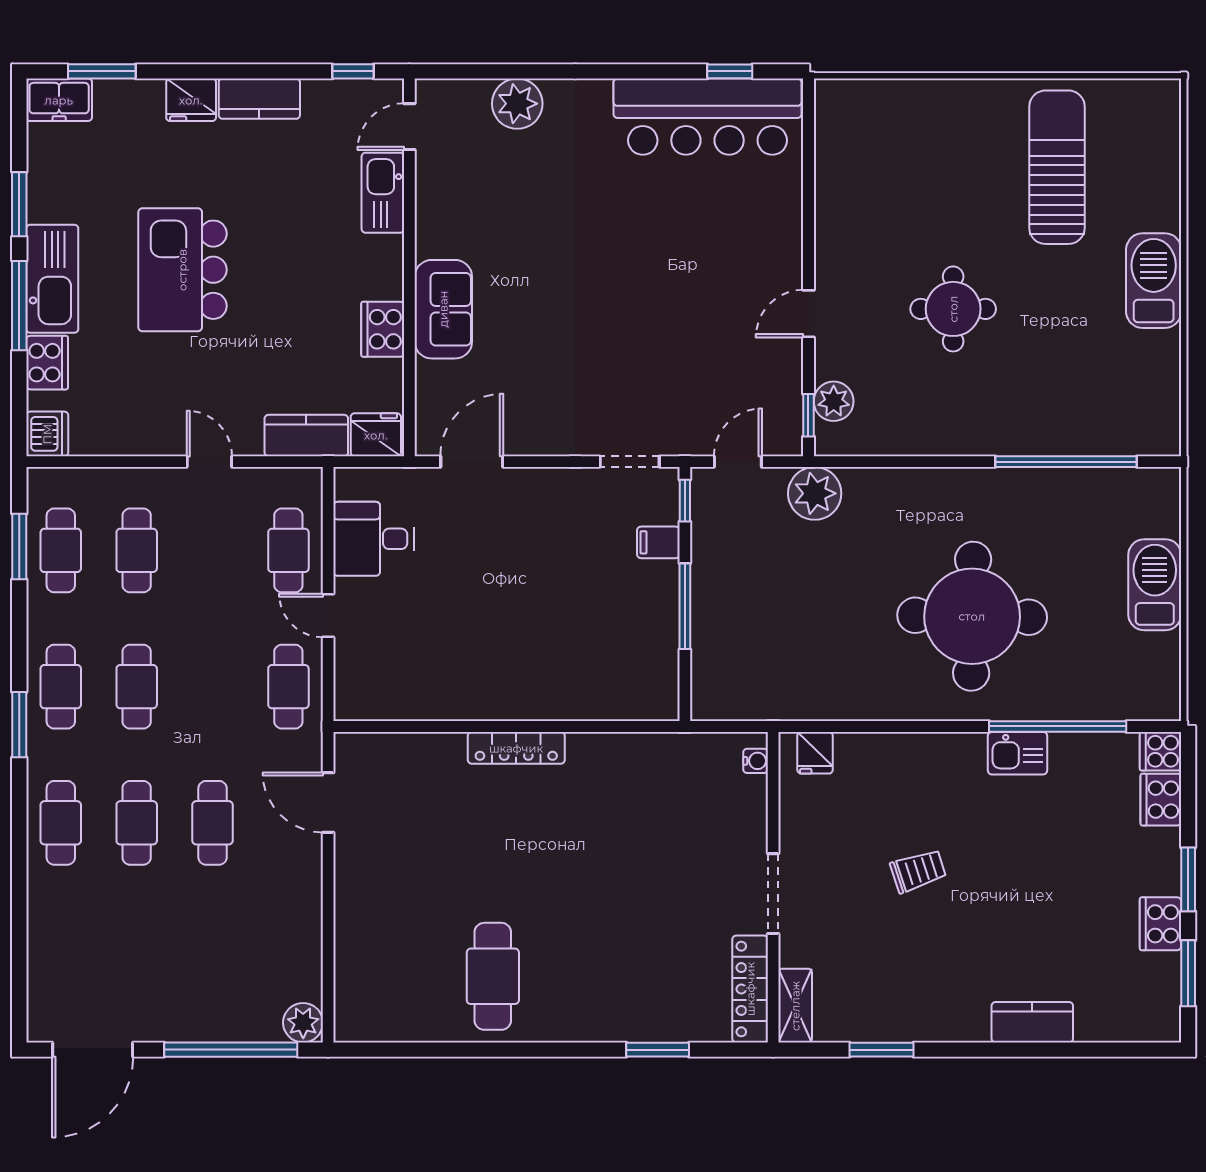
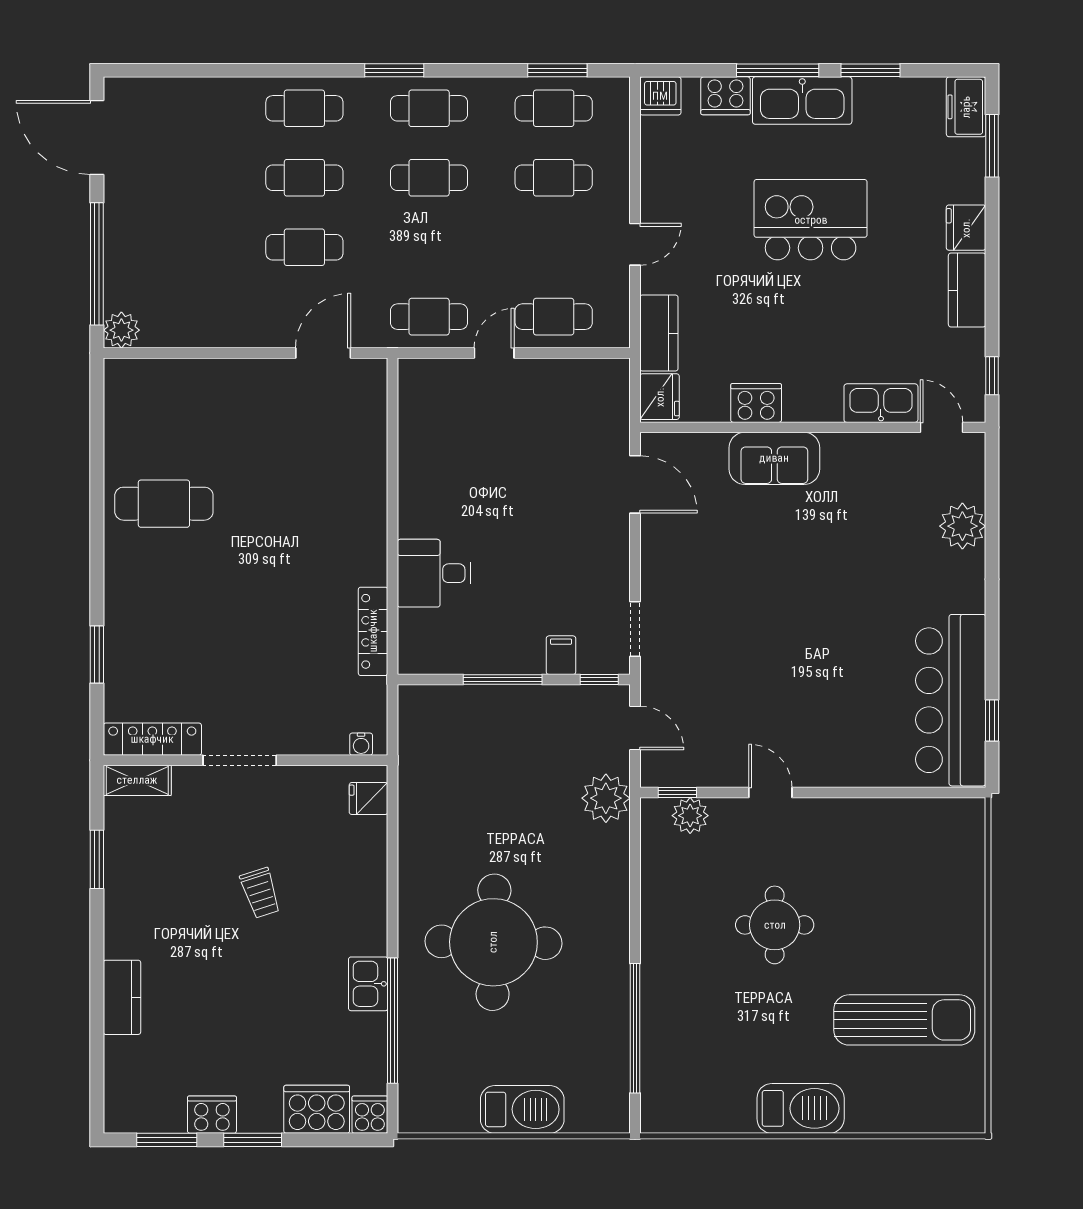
desk: (374, 539) -> (434, 573), moved, turned -90
locker: (516, 748) -> (373, 631), moved
cooker: (1161, 800) -> (317, 1109), width x1.37, depth x1.31

